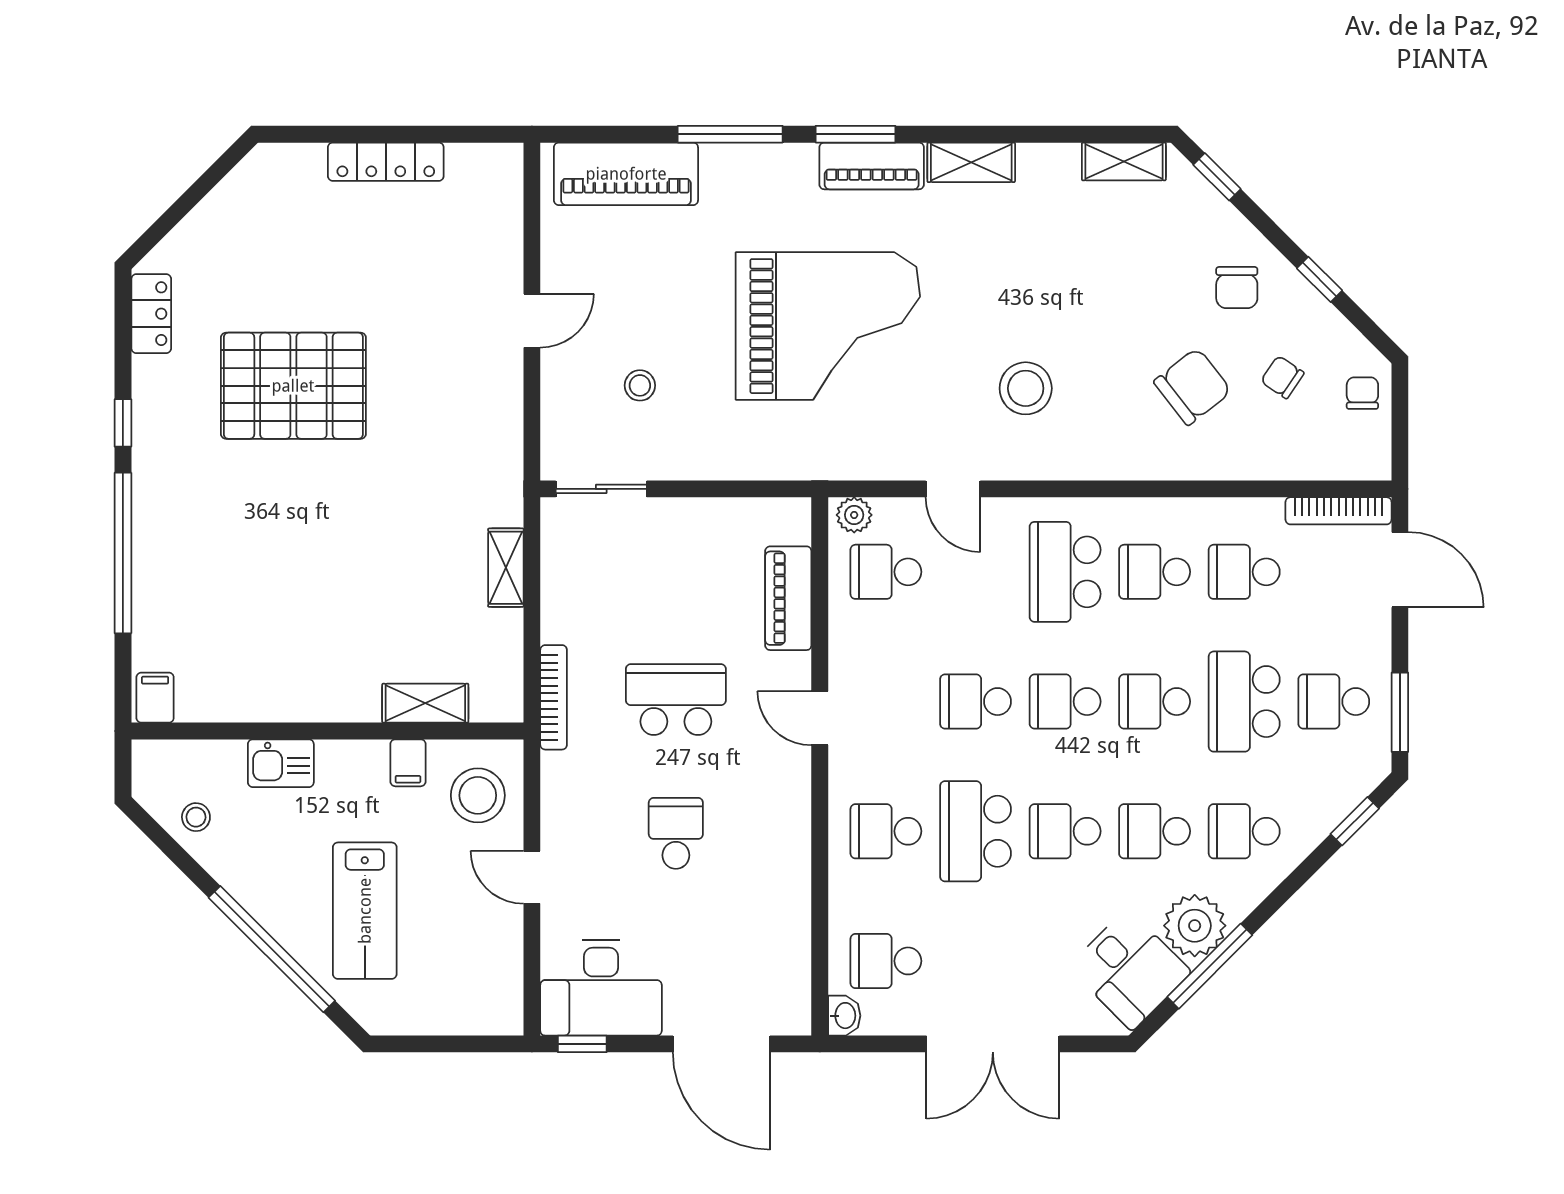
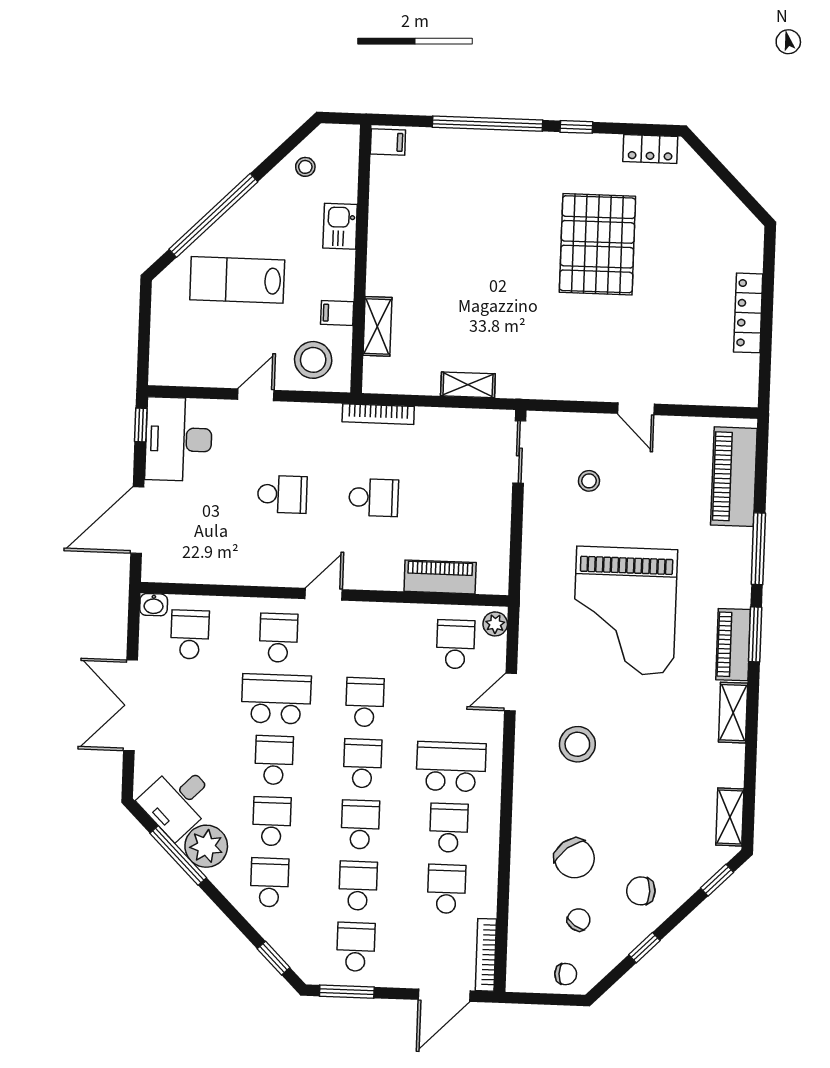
school desk: (676, 700) -> (374, 498), width x0.54
school desk: (1244, 702) -> (358, 886), width x0.54
door: (820, 718) -> (324, 594), moved

